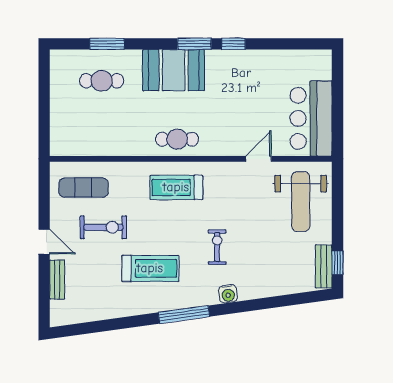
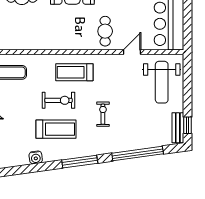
cafe table: (177, 139) -> (105, 31), moved, turned 90
exercise bike: (103, 227) -> (59, 100), moved
water cooler: (228, 294) -> (36, 157), moved
window: (266, 303) -> (138, 154), added

